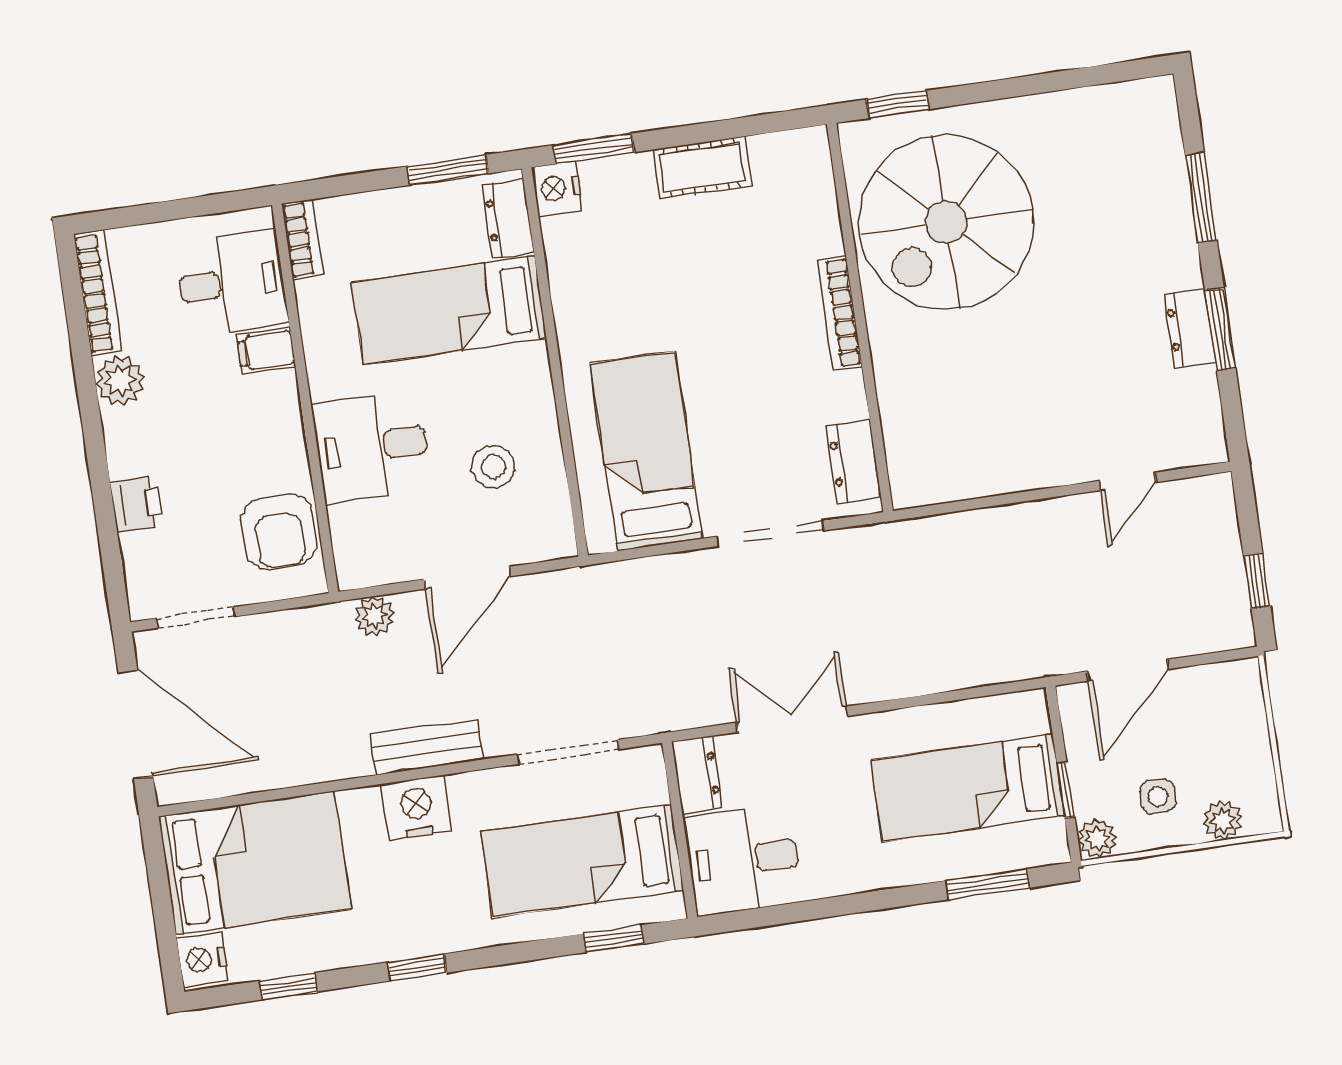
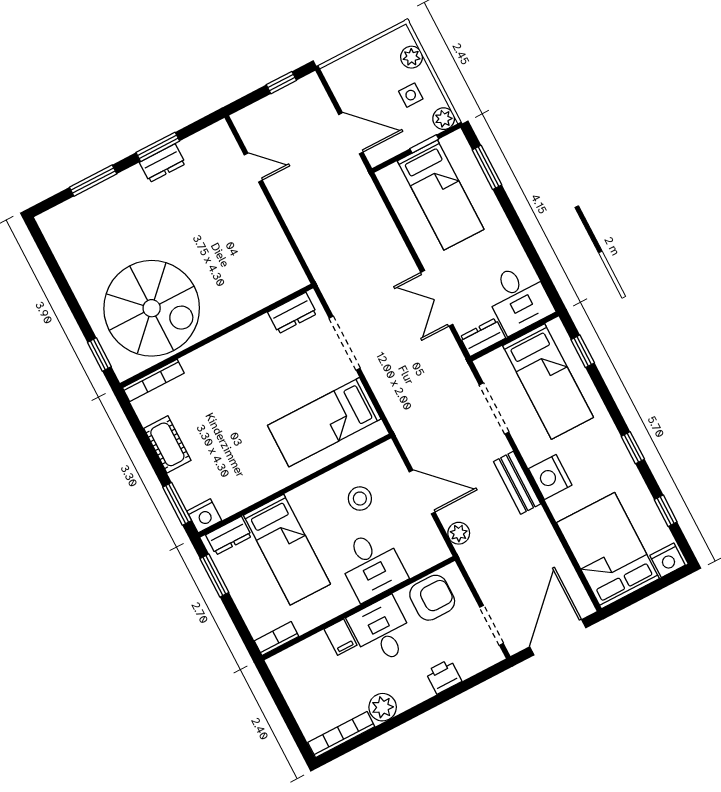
desk: (232, 283) -> (382, 631), moved
bookcase: (840, 313) -> (153, 380), moved

